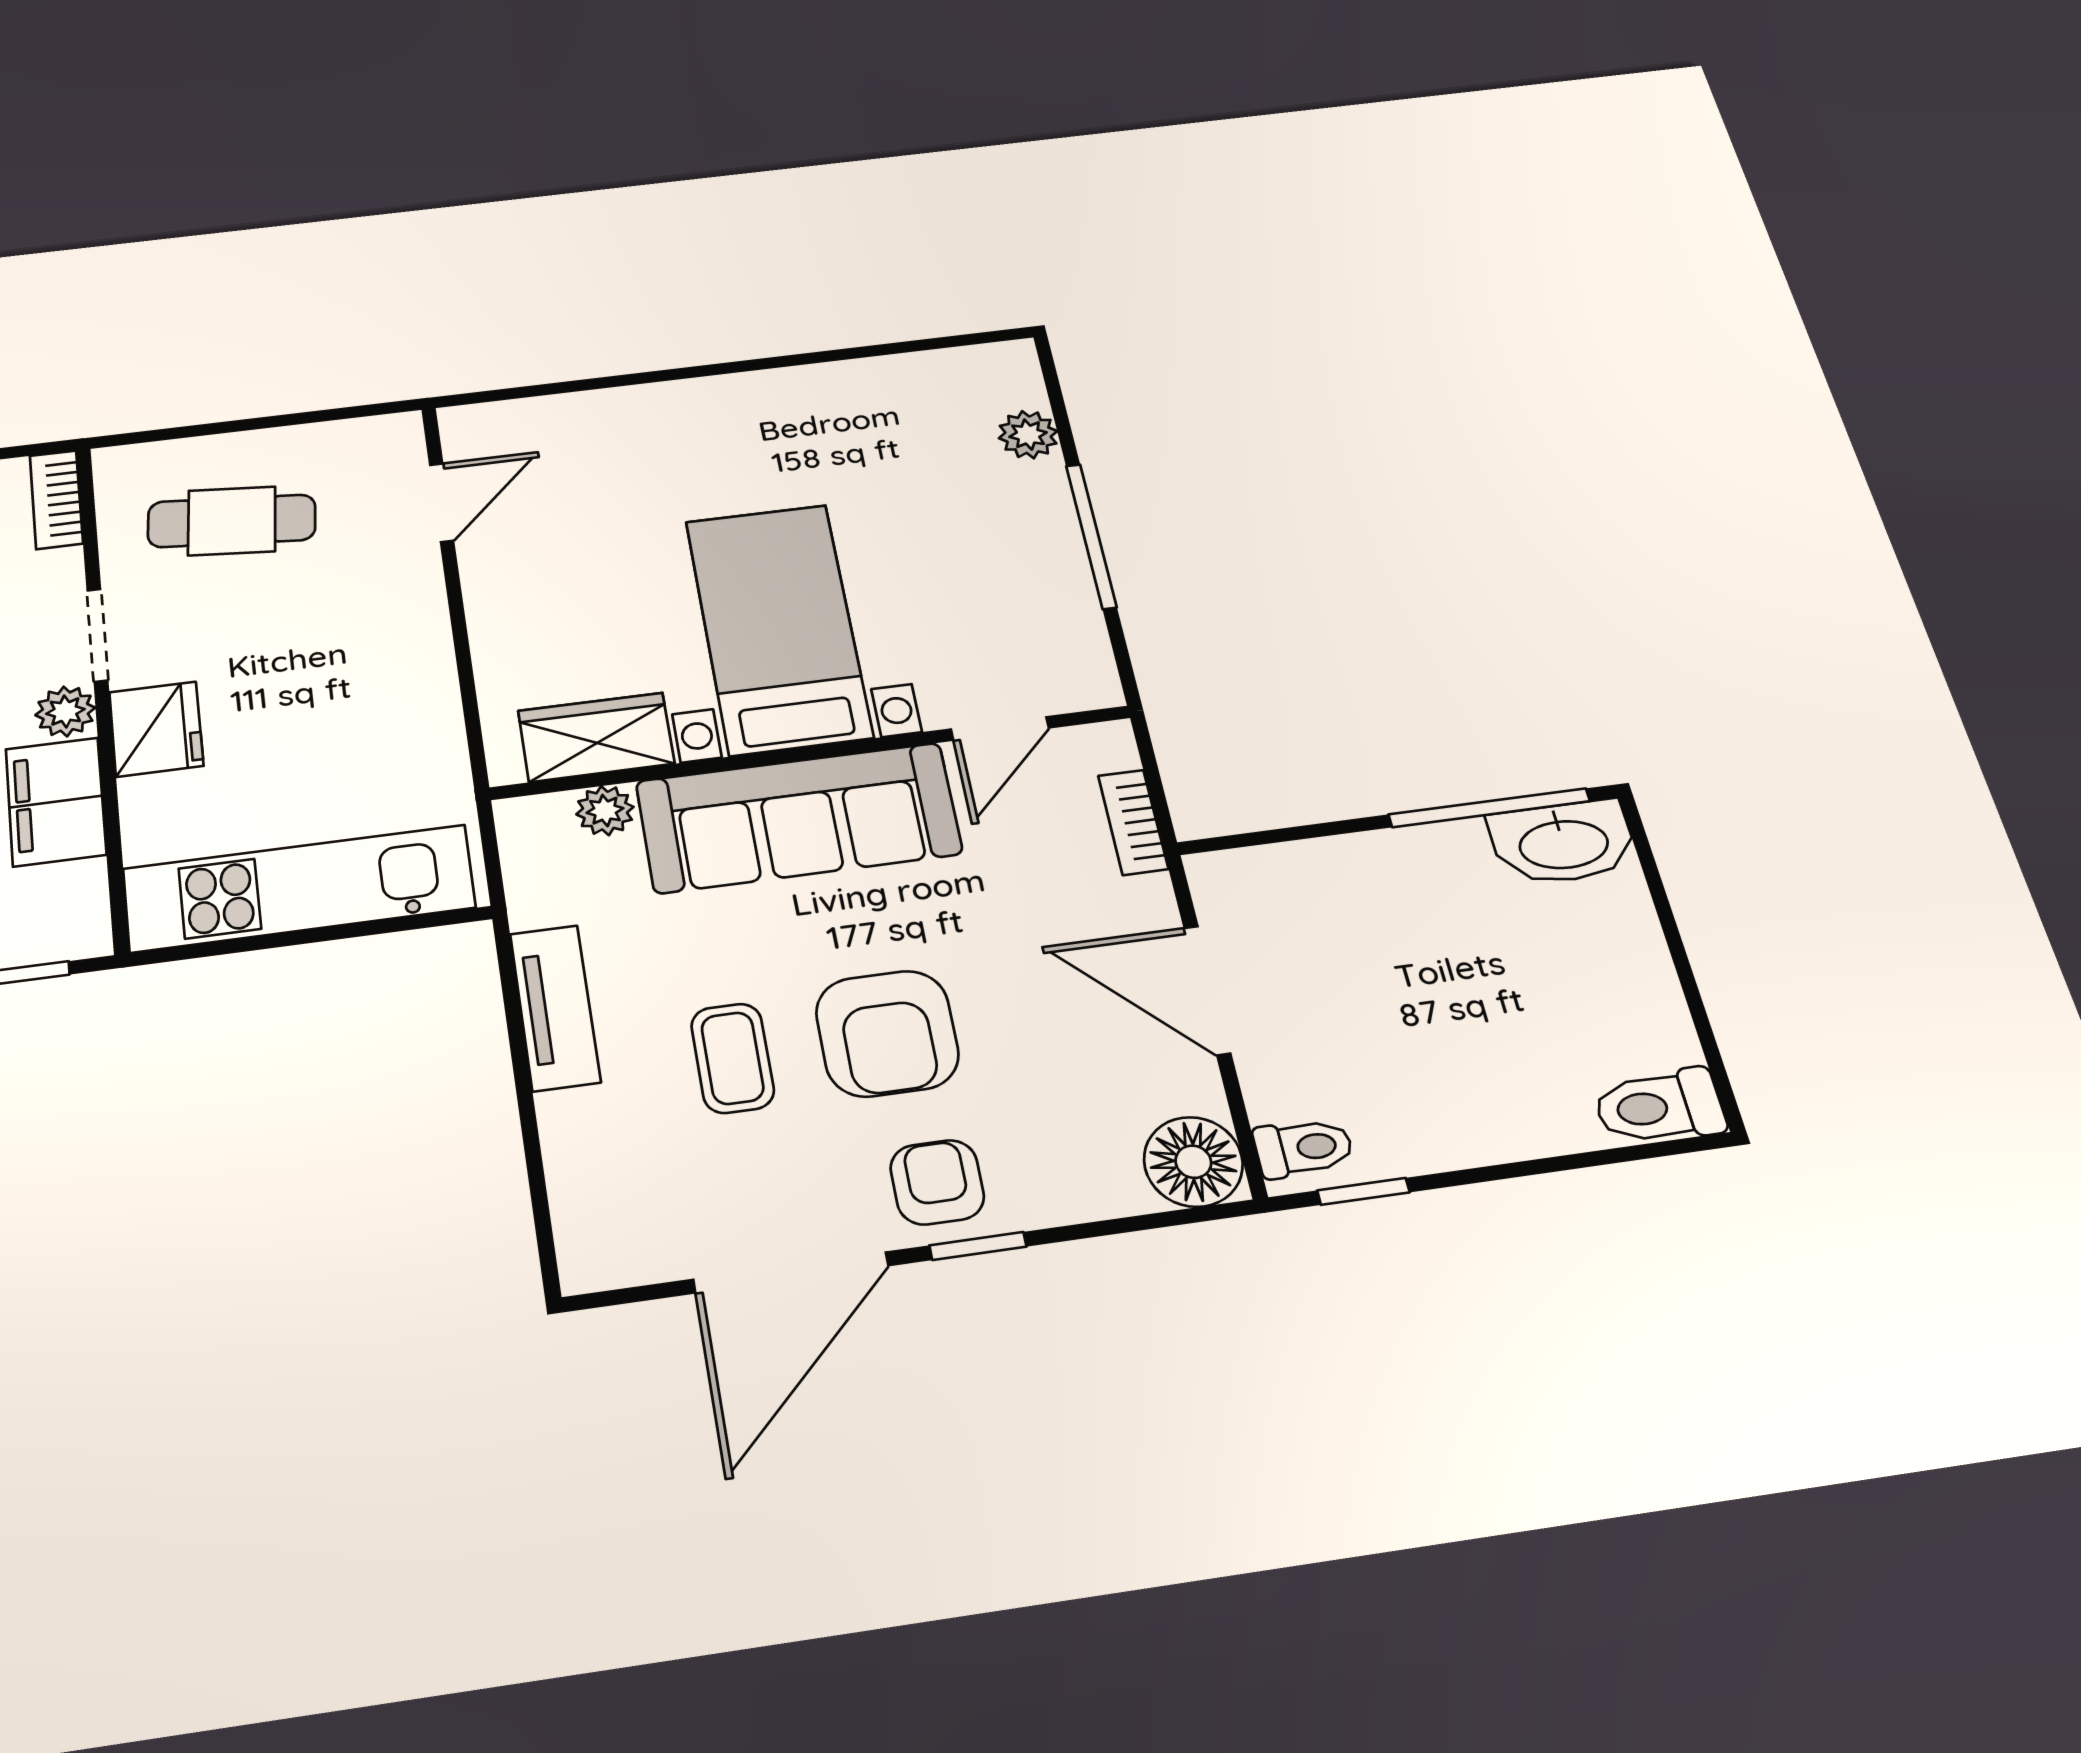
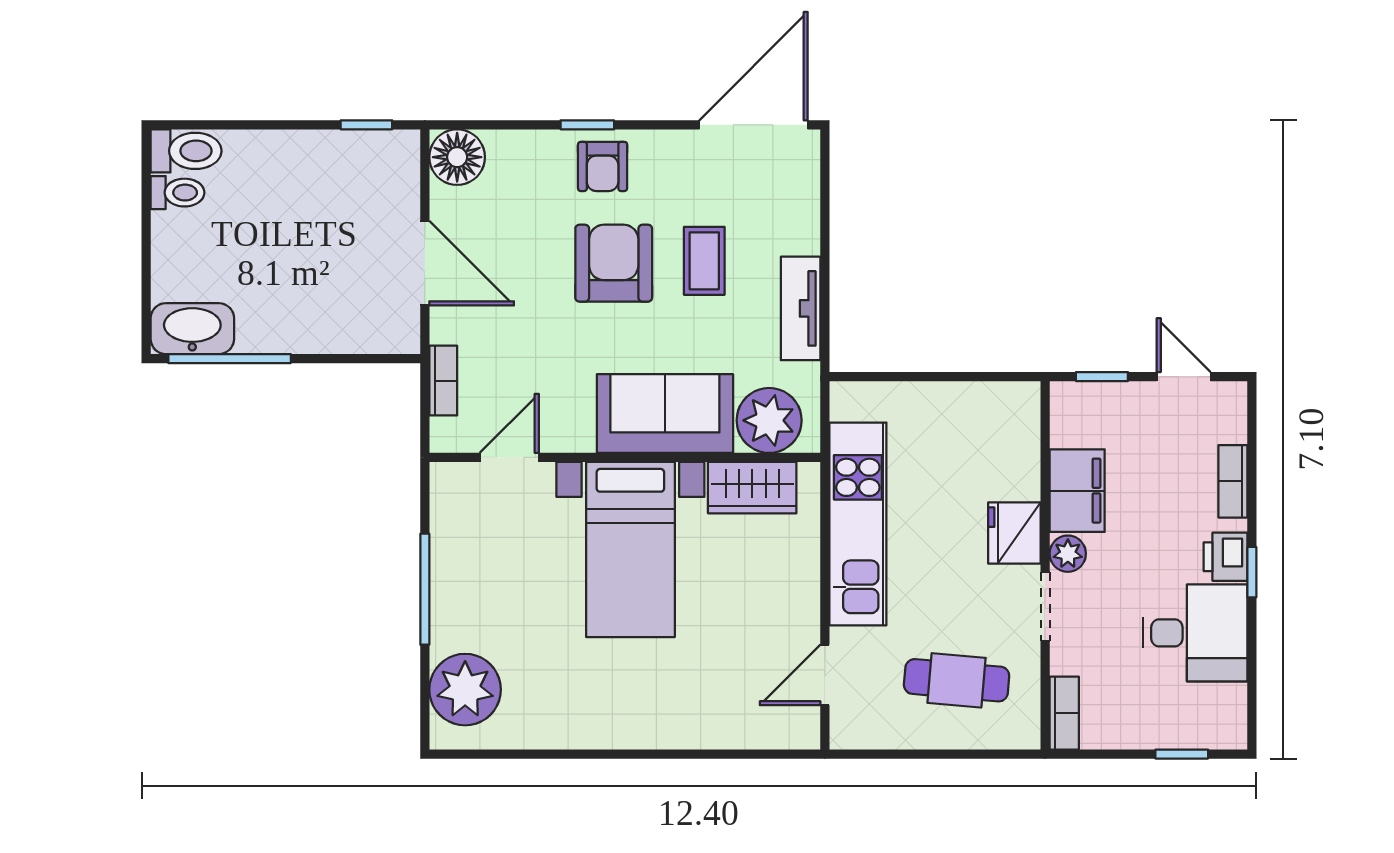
plant: (1028, 435) -> (465, 690), width x1.88, depth x1.88
plant: (605, 811) -> (769, 420), width x1.88, depth x1.88
sofa: (799, 818) -> (665, 414), width x0.73
kitchen unit: (299, 888) -> (858, 524), moved, turned -90
toilet: (1304, 1148) -> (178, 193), moved, turned 180
door: (791, 1272) -> (754, 125), moved

